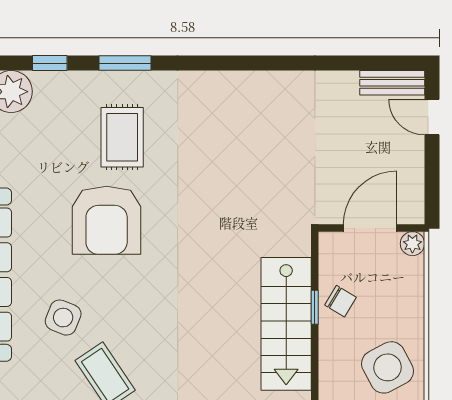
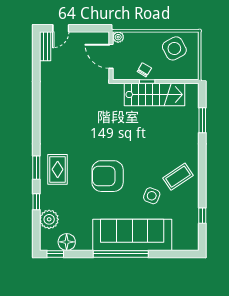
rug: (122, 137) -> (58, 169), moved, turned 90
armchair: (107, 220) -> (108, 176), turned 180

